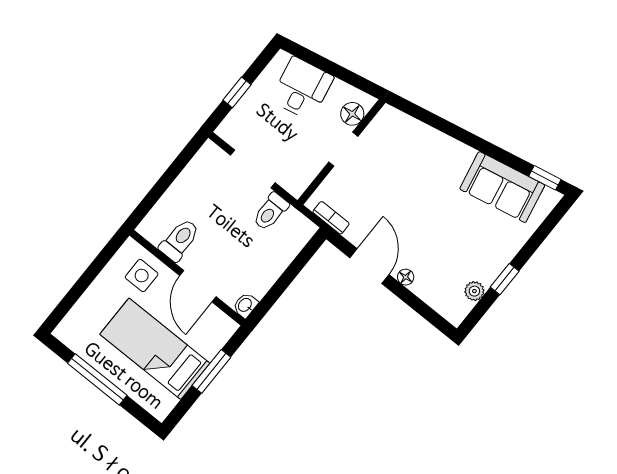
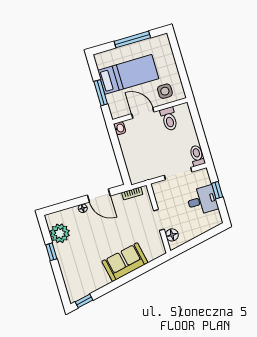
desk: (302, 89) -> (202, 200), moved, turned -78
sofa: (502, 187) -> (125, 262), moved
toilet: (271, 212) -> (197, 156), moved
plant: (474, 291) -> (60, 233), width x1.88, depth x1.88

